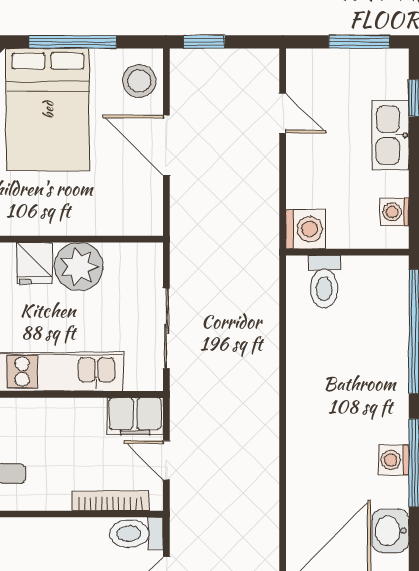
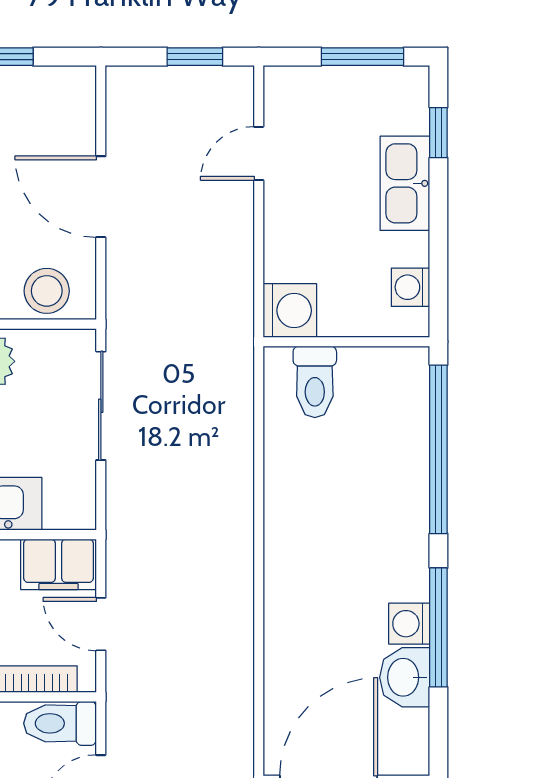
window: (204, 42) -> (195, 57), moved
stool: (139, 81) -> (47, 291), moved
door: (283, 113) -> (259, 153), swing flipped
sliding door: (166, 328) -> (101, 406), moved
washbasin: (390, 531) -> (405, 677), moved

